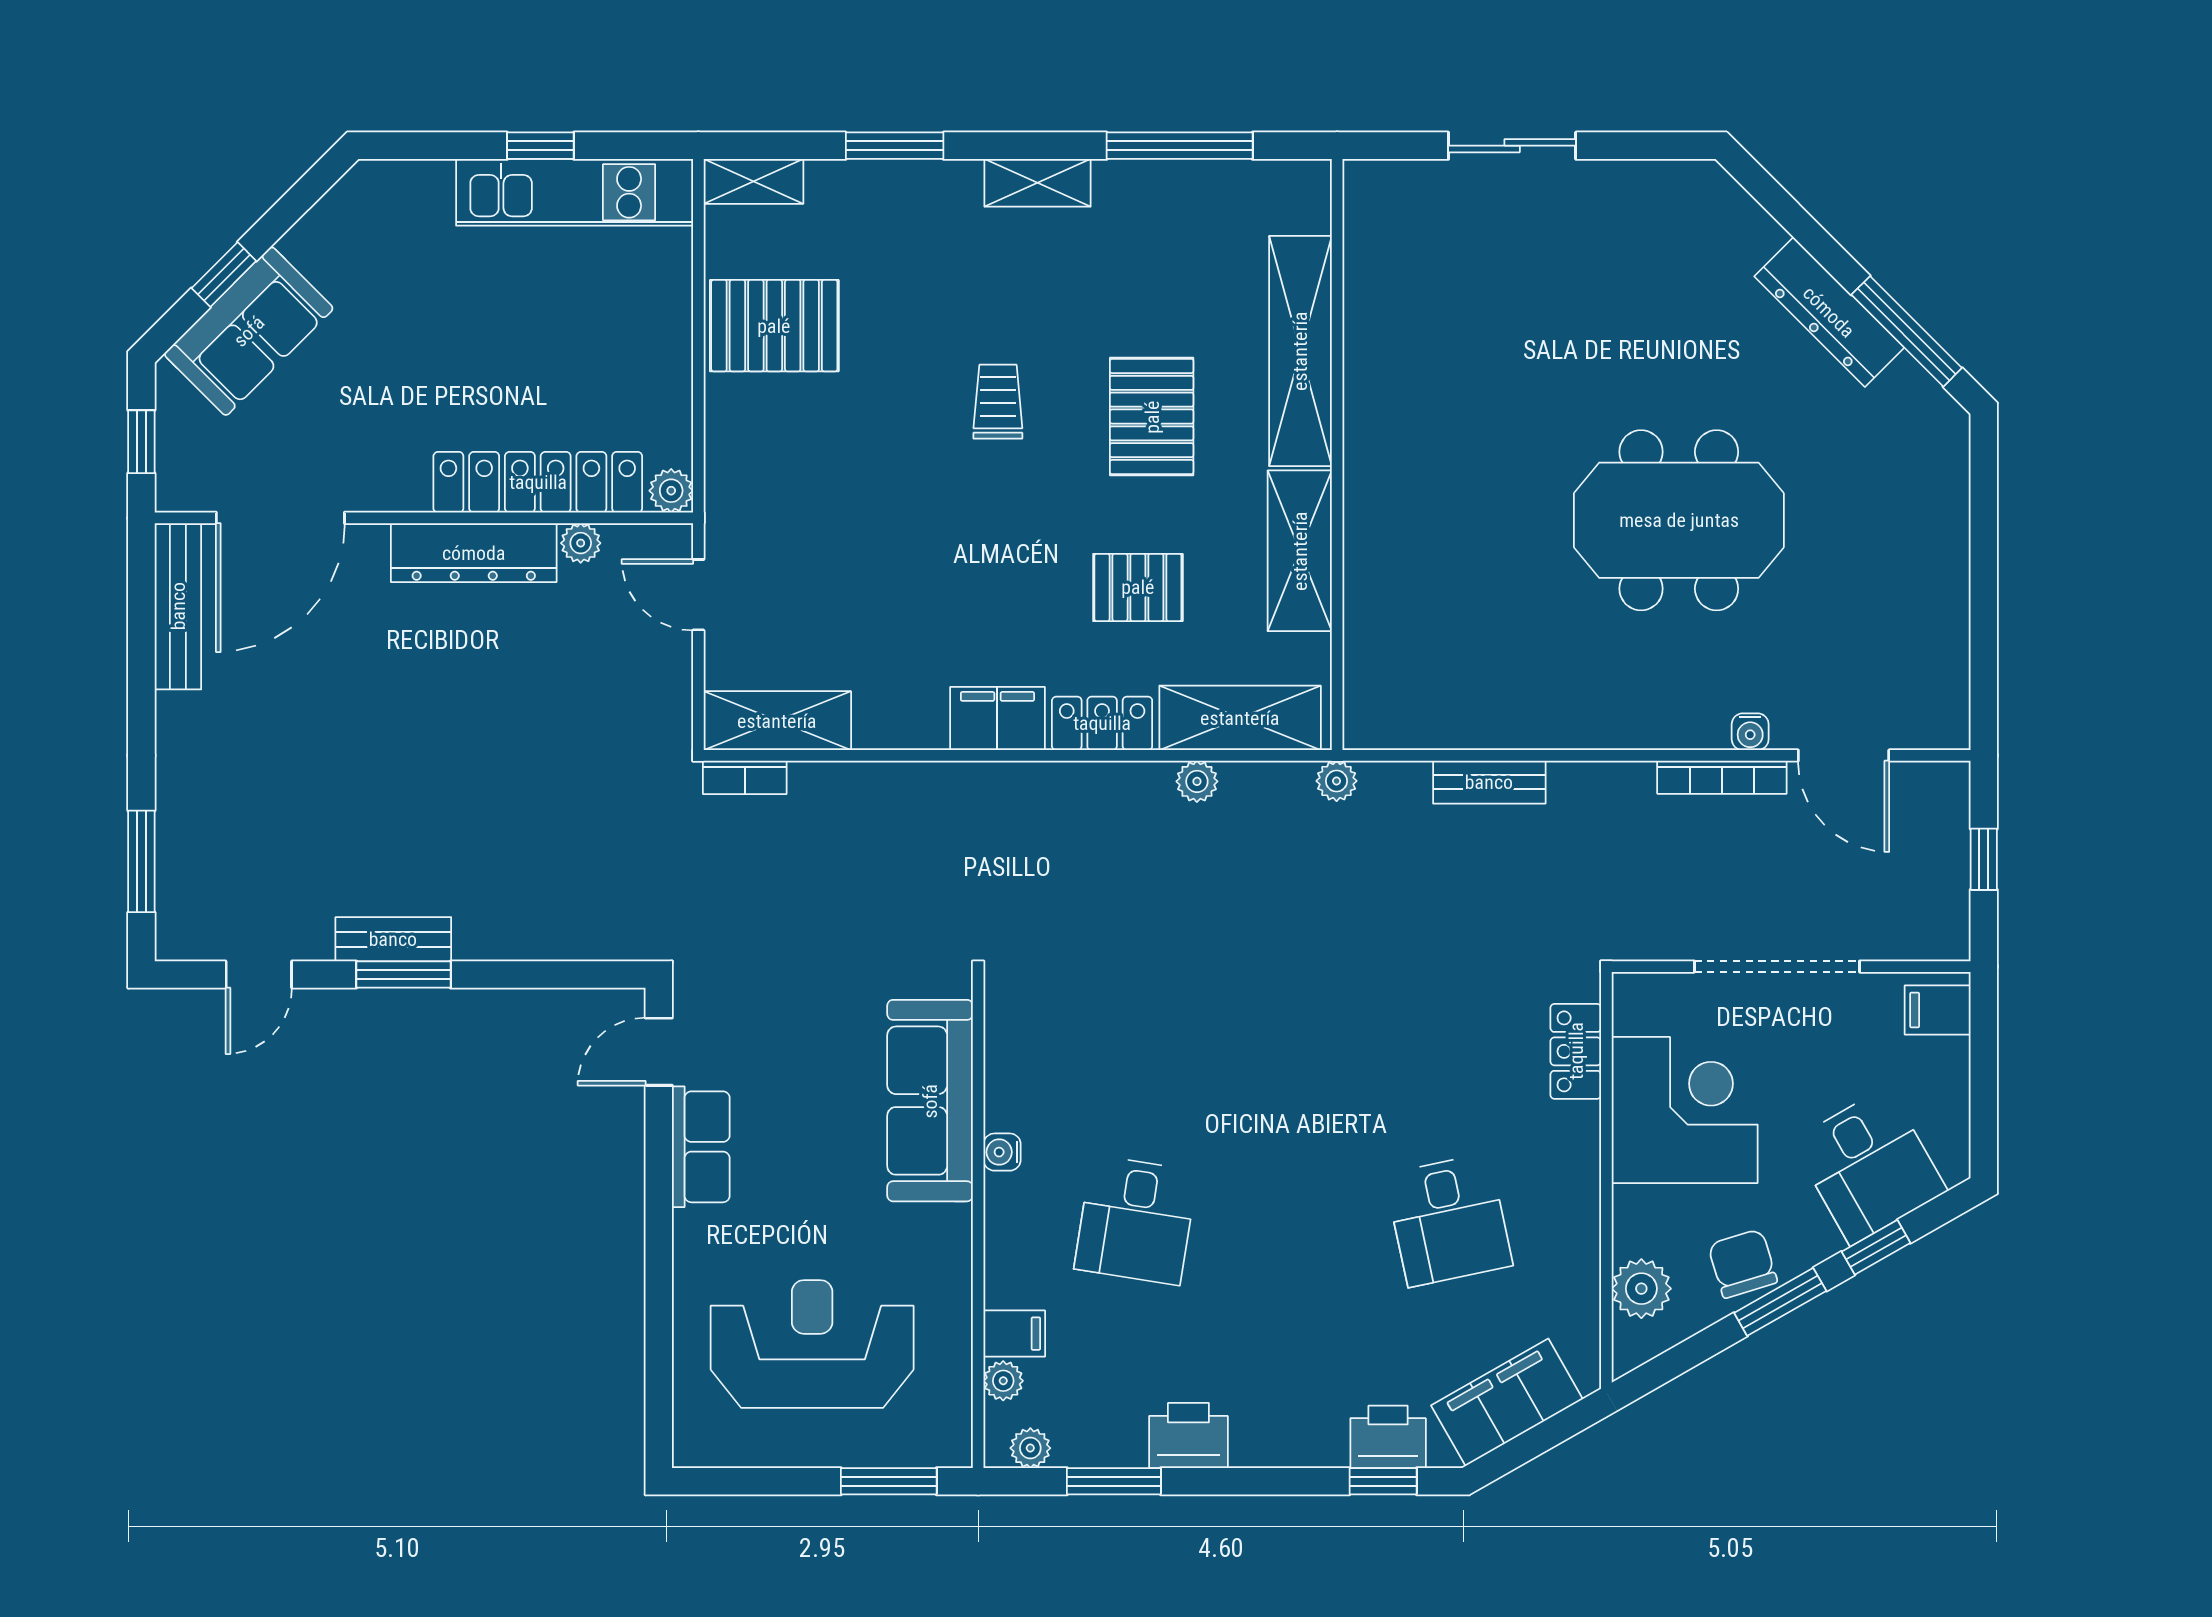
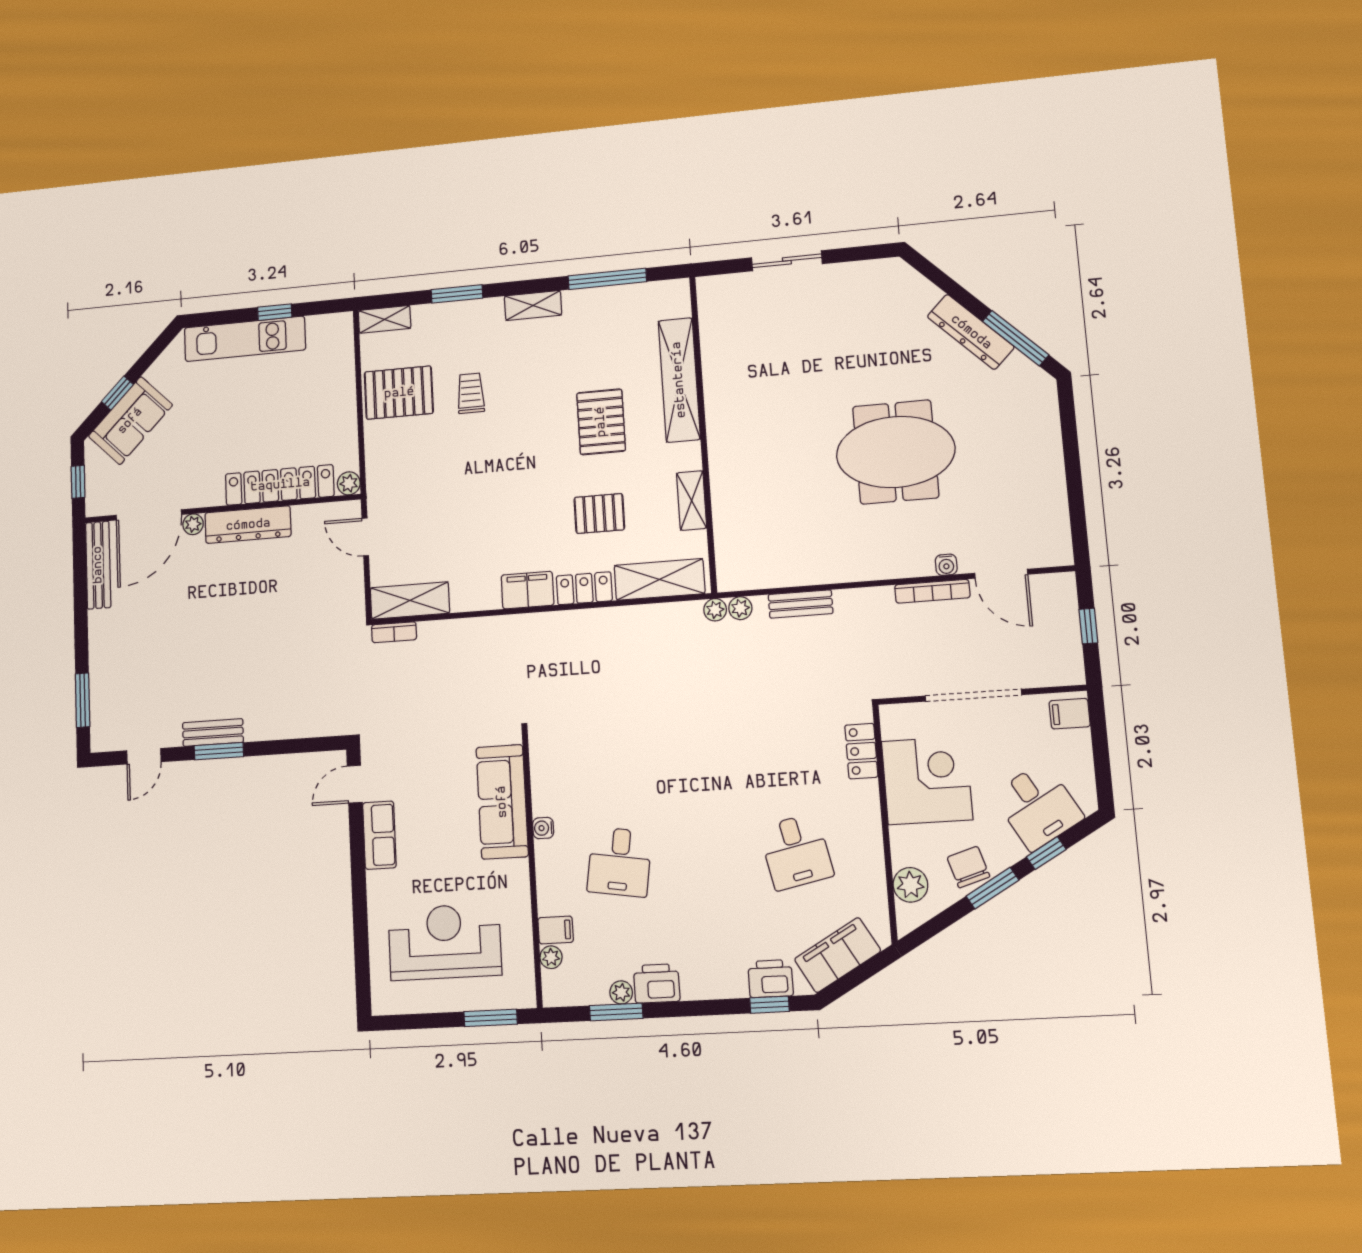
kitchen unit: (575, 192) -> (245, 339), moved
trolley: (998, 402) -> (471, 393), moved
plant: (581, 543) -> (193, 524), moved
shelving: (1300, 551) -> (692, 500), width x0.67, depth x0.75
plant: (1197, 781) -> (740, 608), moved
plant: (1030, 1448) -> (621, 992), moved

